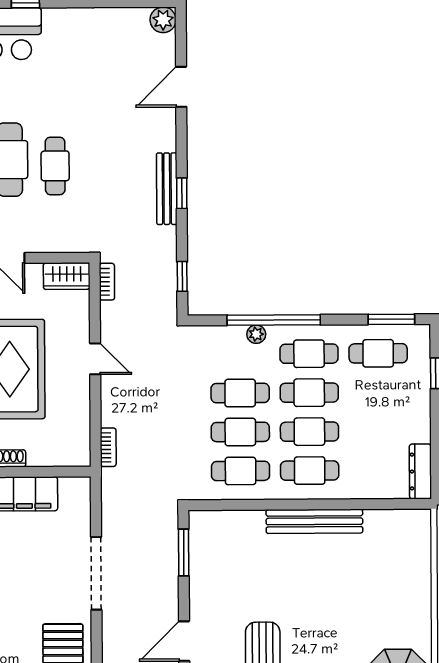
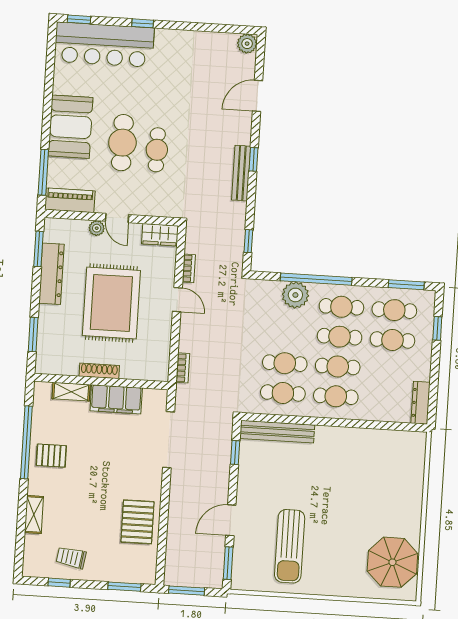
window: (182, 193) -> (254, 159), moved
bookcase: (107, 282) -> (189, 268), moved
plant: (256, 334) -> (295, 295), width x1.87, depth x1.87
cafe table: (240, 393) -> (392, 340), moved
bench: (314, 521) -> (277, 432), moved
window: (184, 553) -> (235, 452), width x0.67
doorway: (96, 573) -> (169, 440), moved

